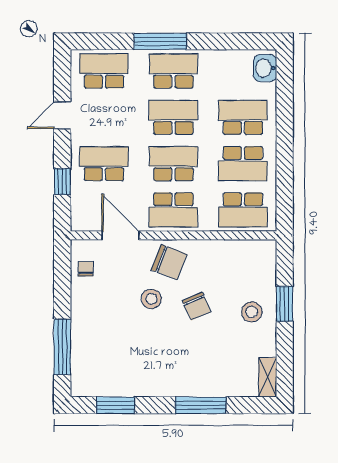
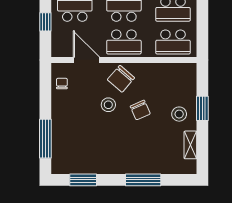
chair: (169, 262) -> (121, 79), turned 110
shelving: (268, 377) -> (190, 145), moved

